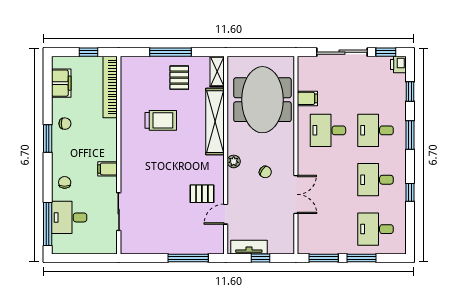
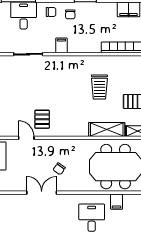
shelving: (215, 122) -> (107, 129), width x0.68
chair: (65, 124) -> (70, 14), moved
plant: (234, 161) -> (67, 144), removed
double door: (296, 194) -> (42, 193), swing flipped

